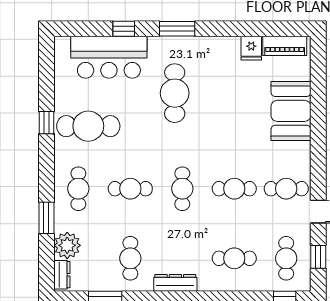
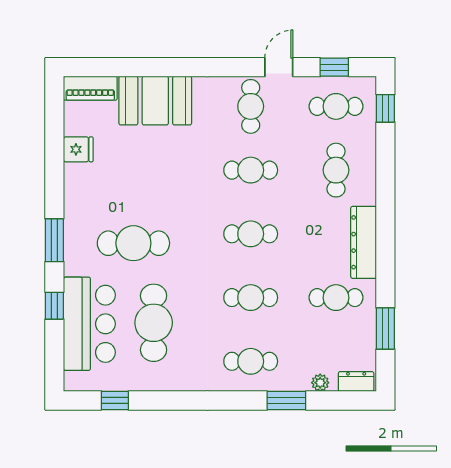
piano: (285, 46) -> (90, 88), moved, turned 90
window: (46, 123) -> (115, 400), moved
cafe table: (88, 126) -> (154, 323), moved
cafe table: (130, 189) -> (251, 298), turned 90
cafe table: (234, 189) -> (251, 170), turned 90
plant: (67, 245) -> (320, 383), width x0.53, depth x0.53
dresser: (175, 283) -> (364, 242), width x1.37, depth x1.24

